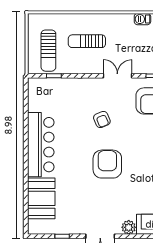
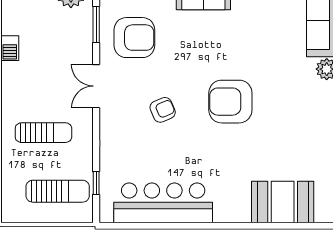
sun lounger: (87, 41) -> (43, 133), turned -90
bar counter: (41, 145) -> (163, 203), moved

